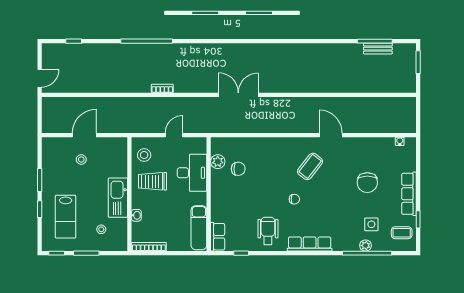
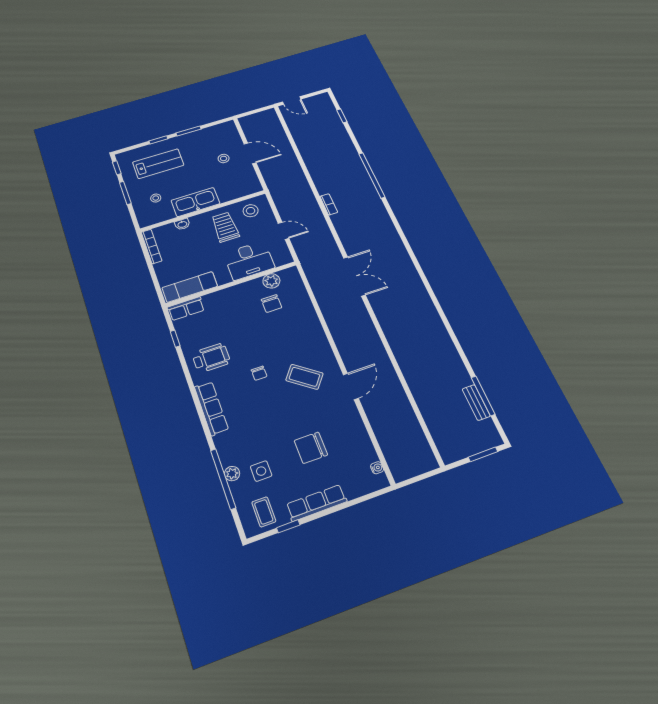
lab bench: (66, 217) -> (158, 164), turned 180

